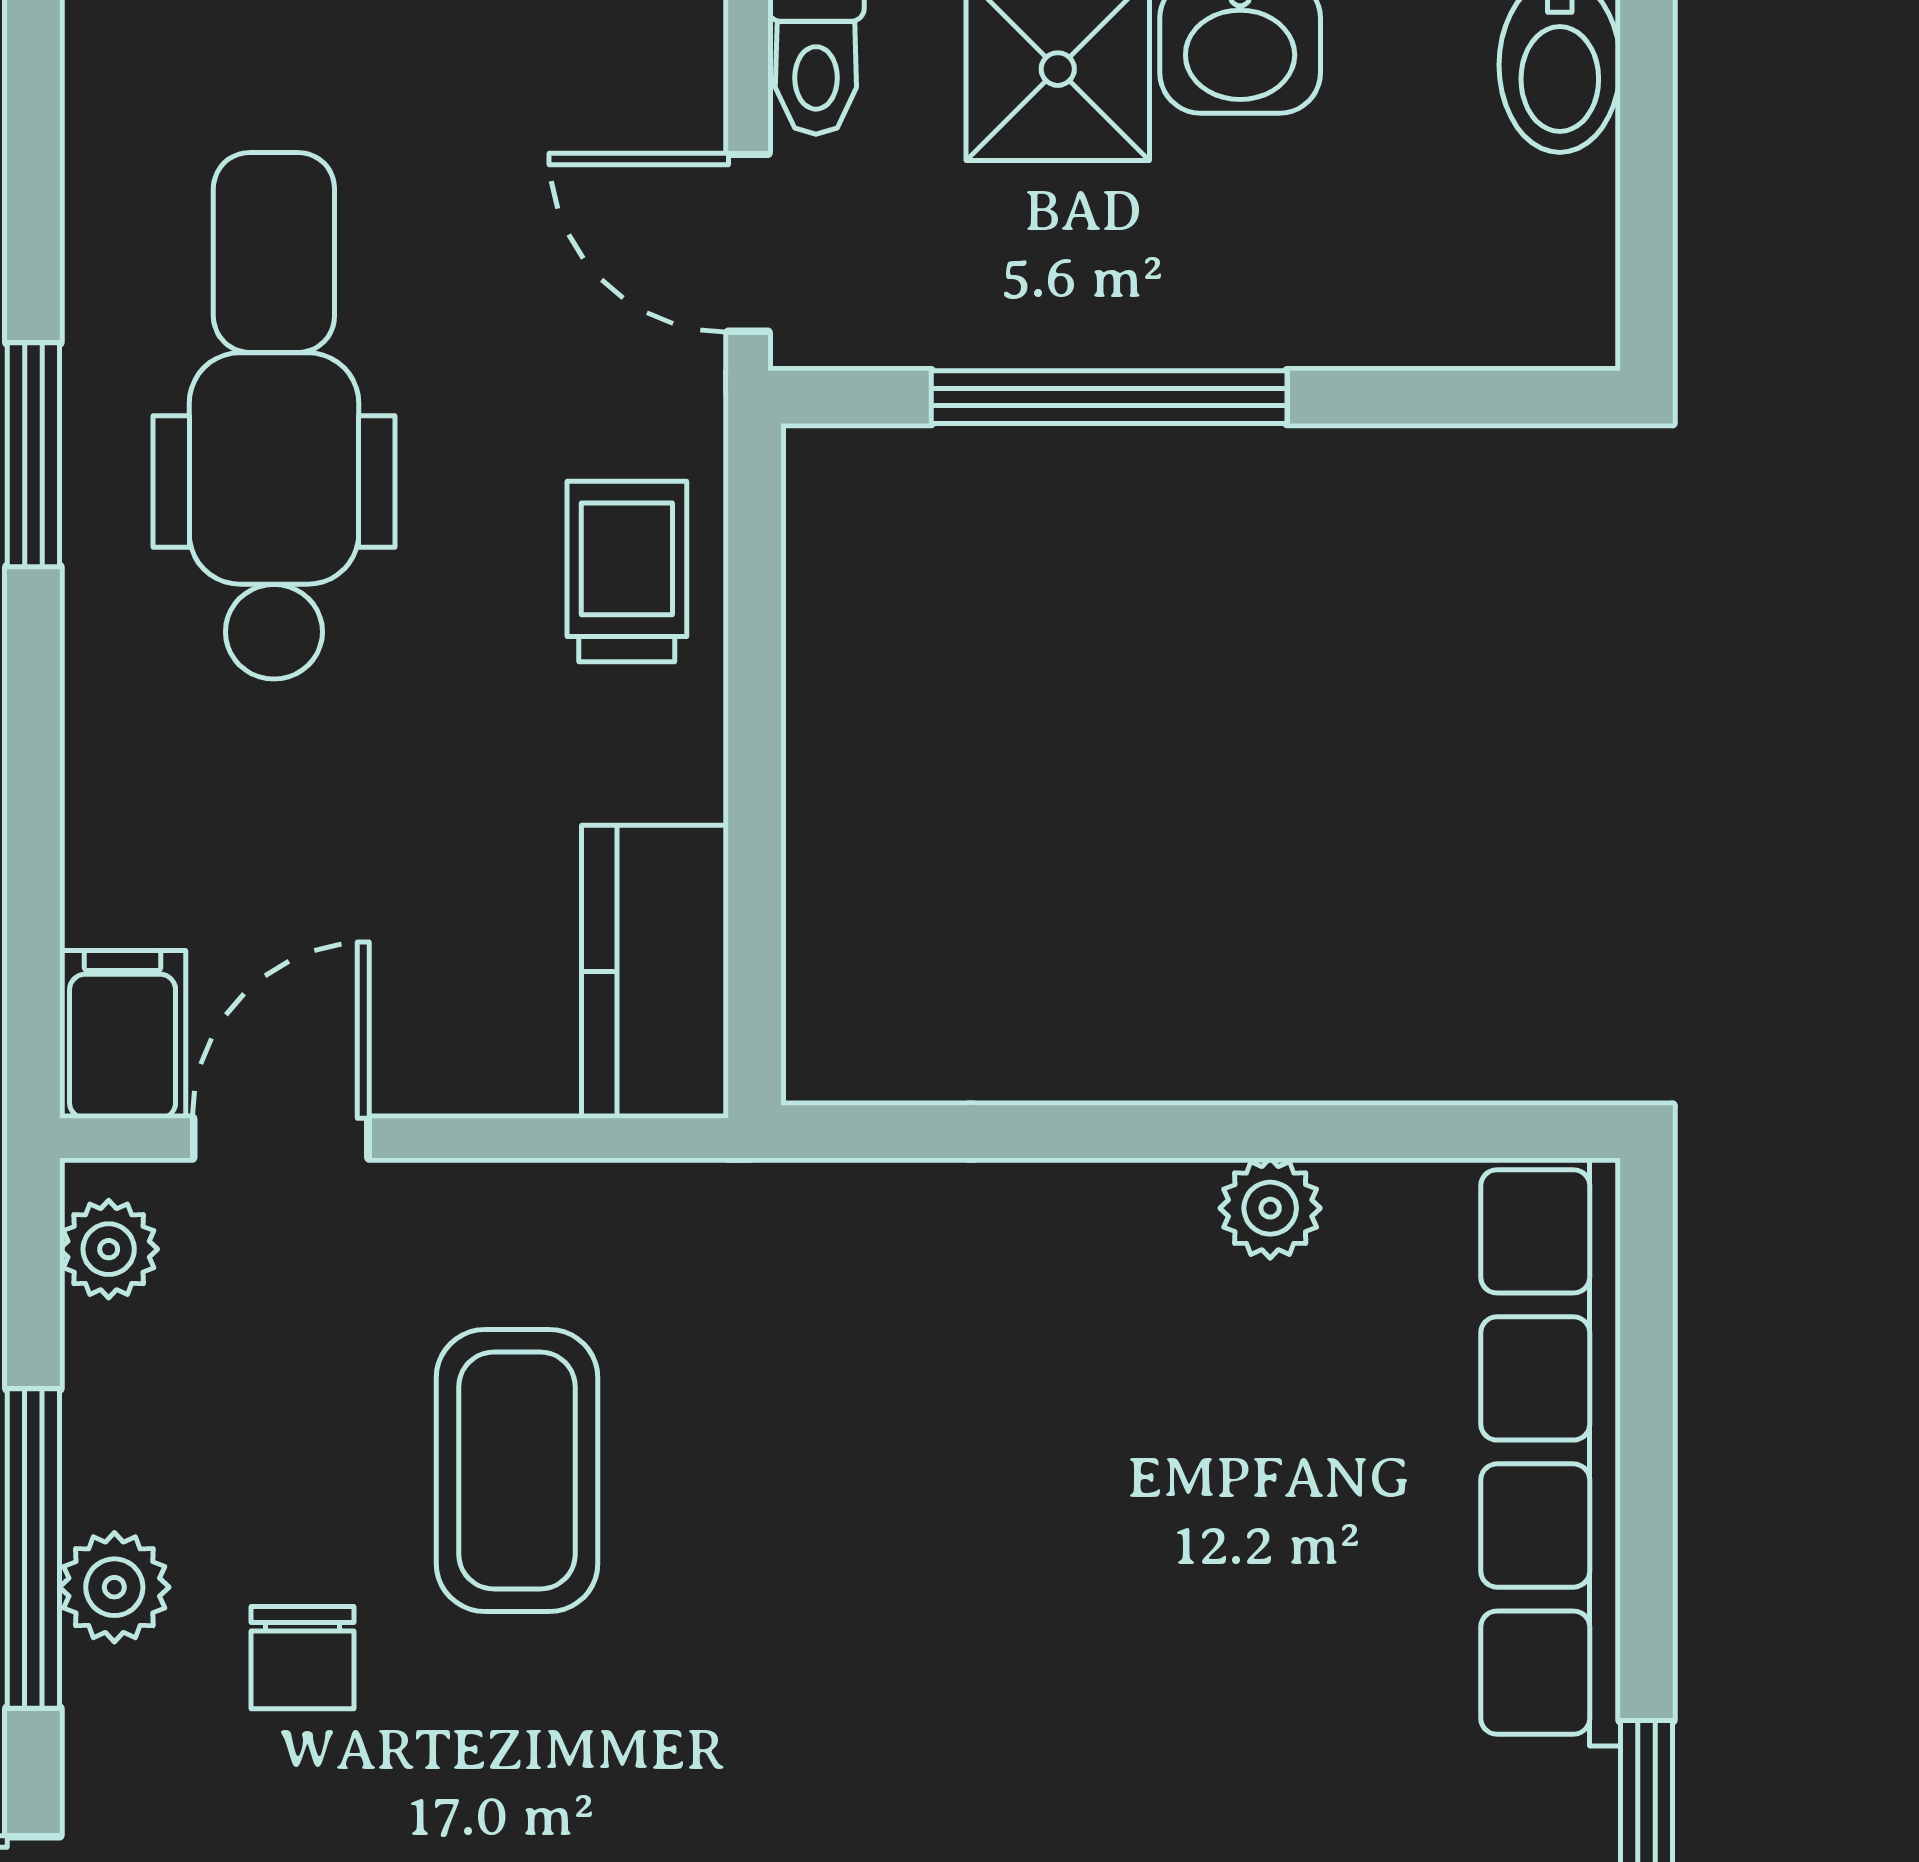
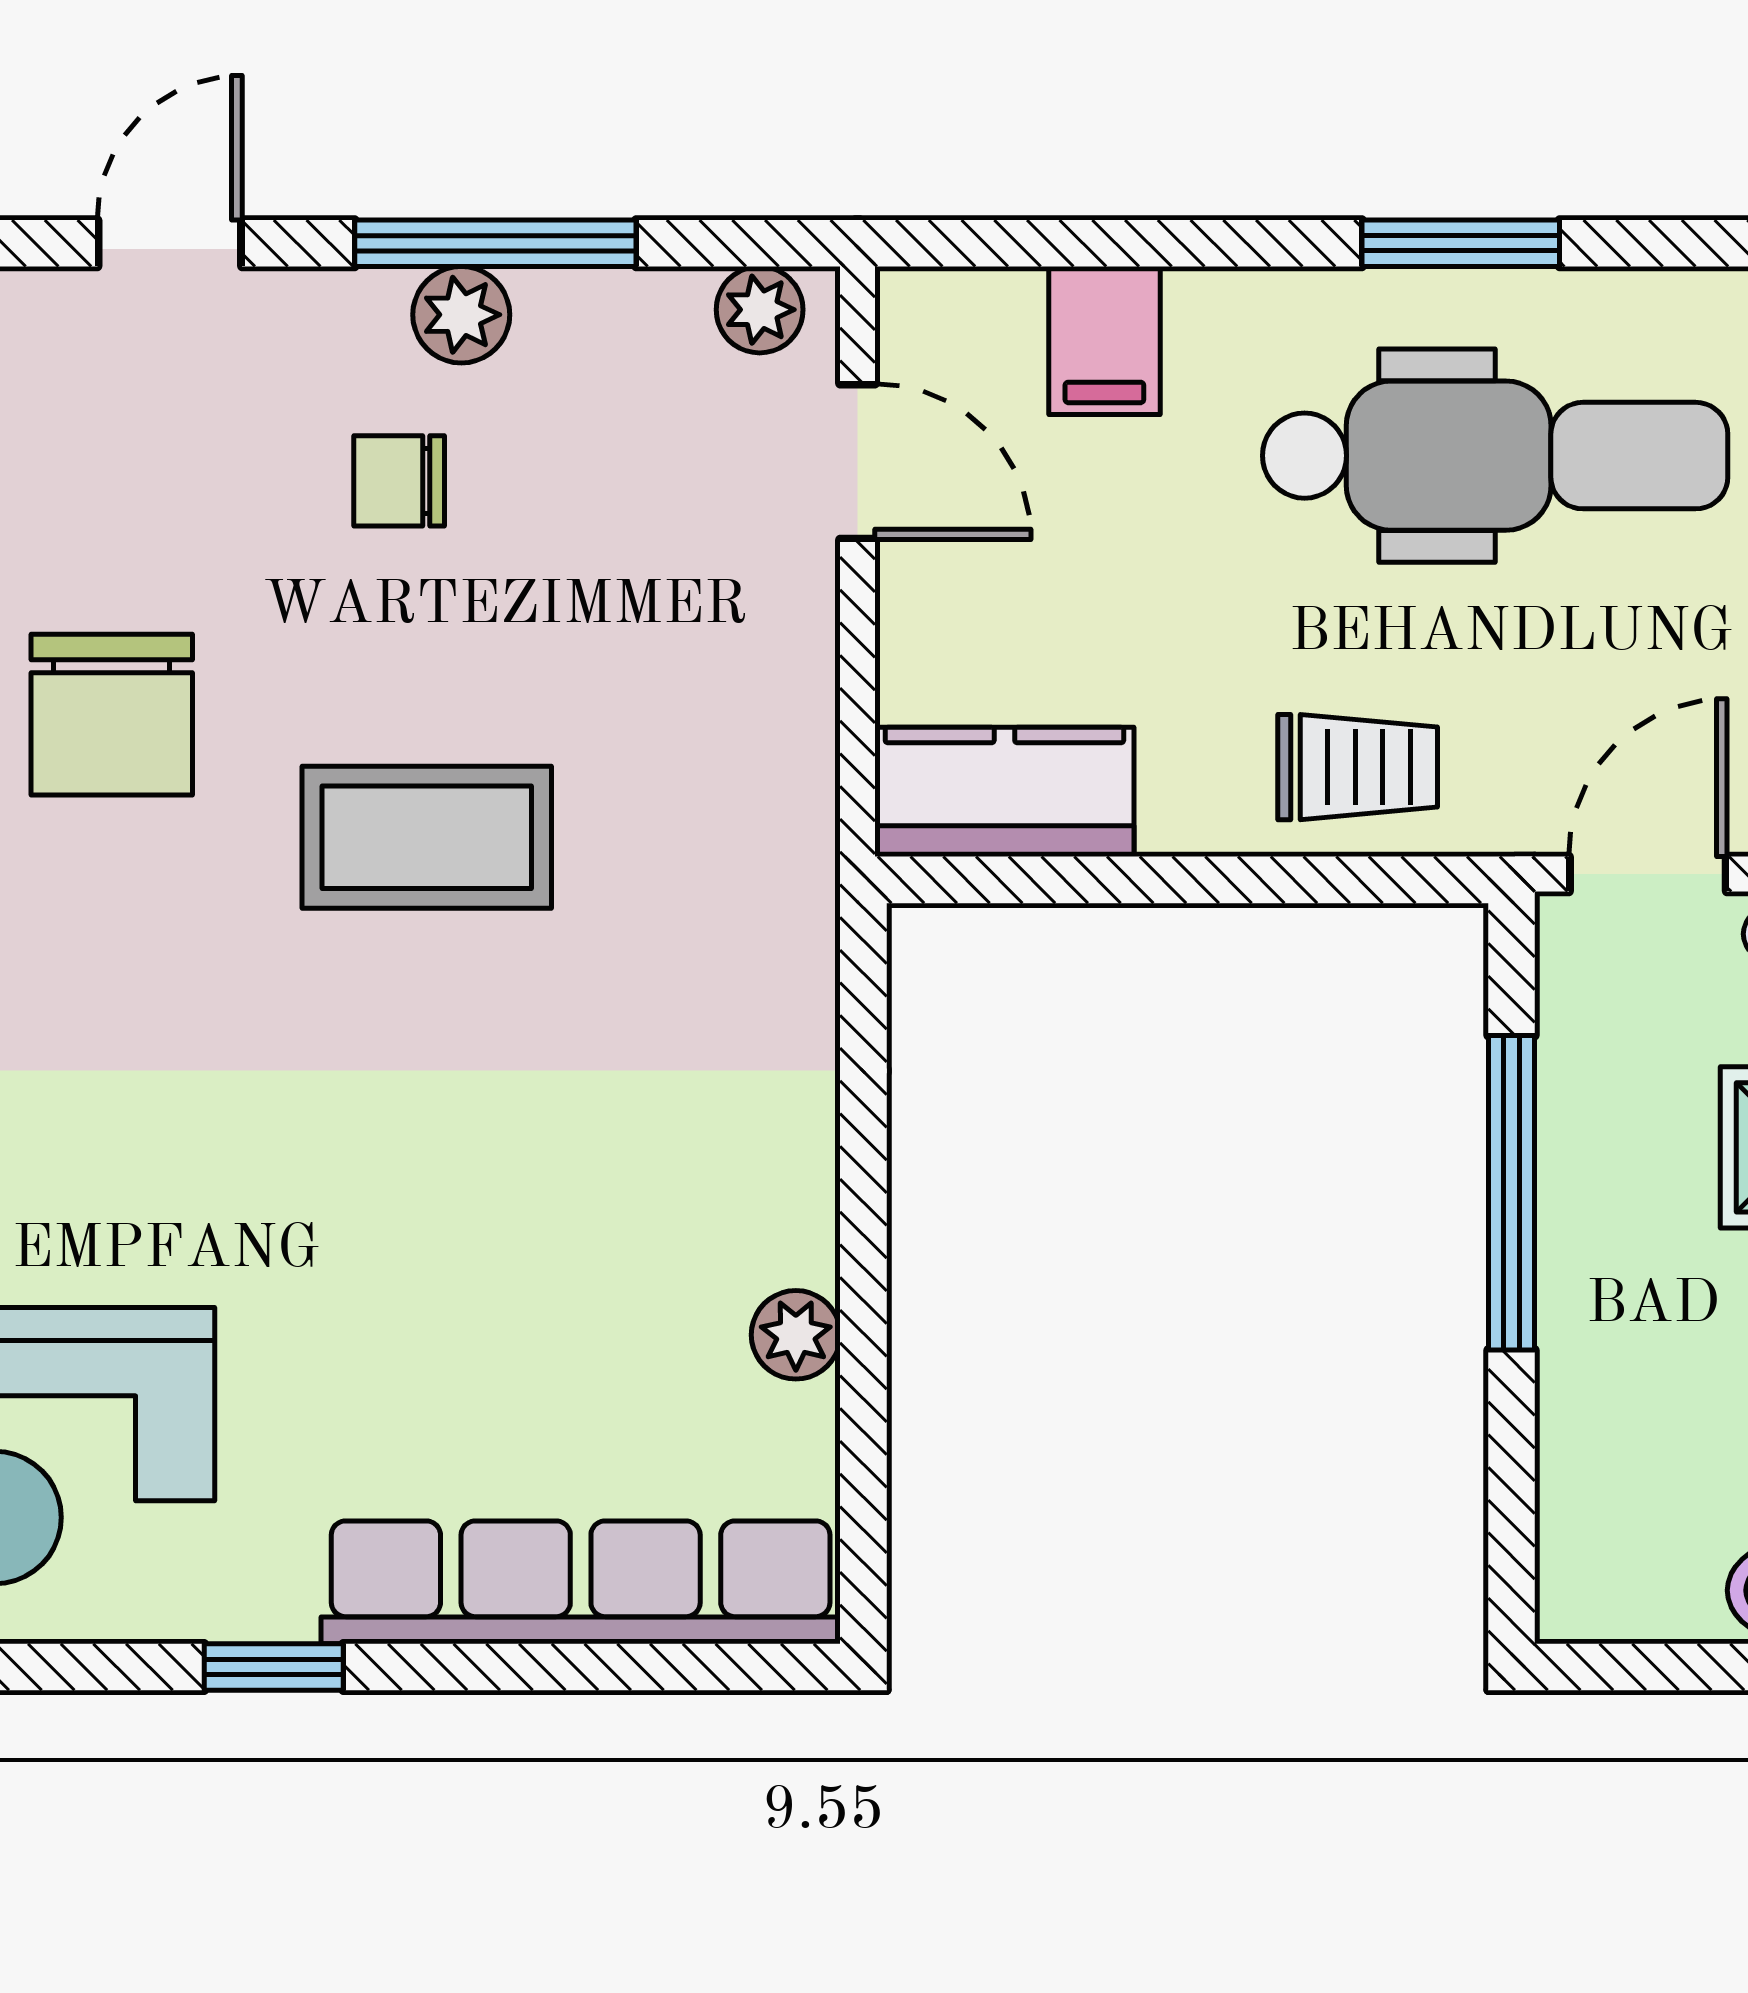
filing cabinet: (123, 1034) -> (1104, 341), moved, turned 90
coffee table: (517, 1471) -> (427, 837), moved

